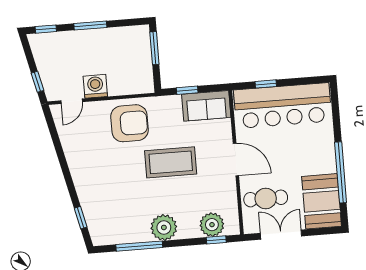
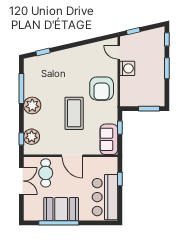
bar counter: (283, 106) -> (105, 197), width x0.73
door: (236, 160) -> (72, 156), hinge flipped
booth: (322, 201) -> (61, 209), moved

